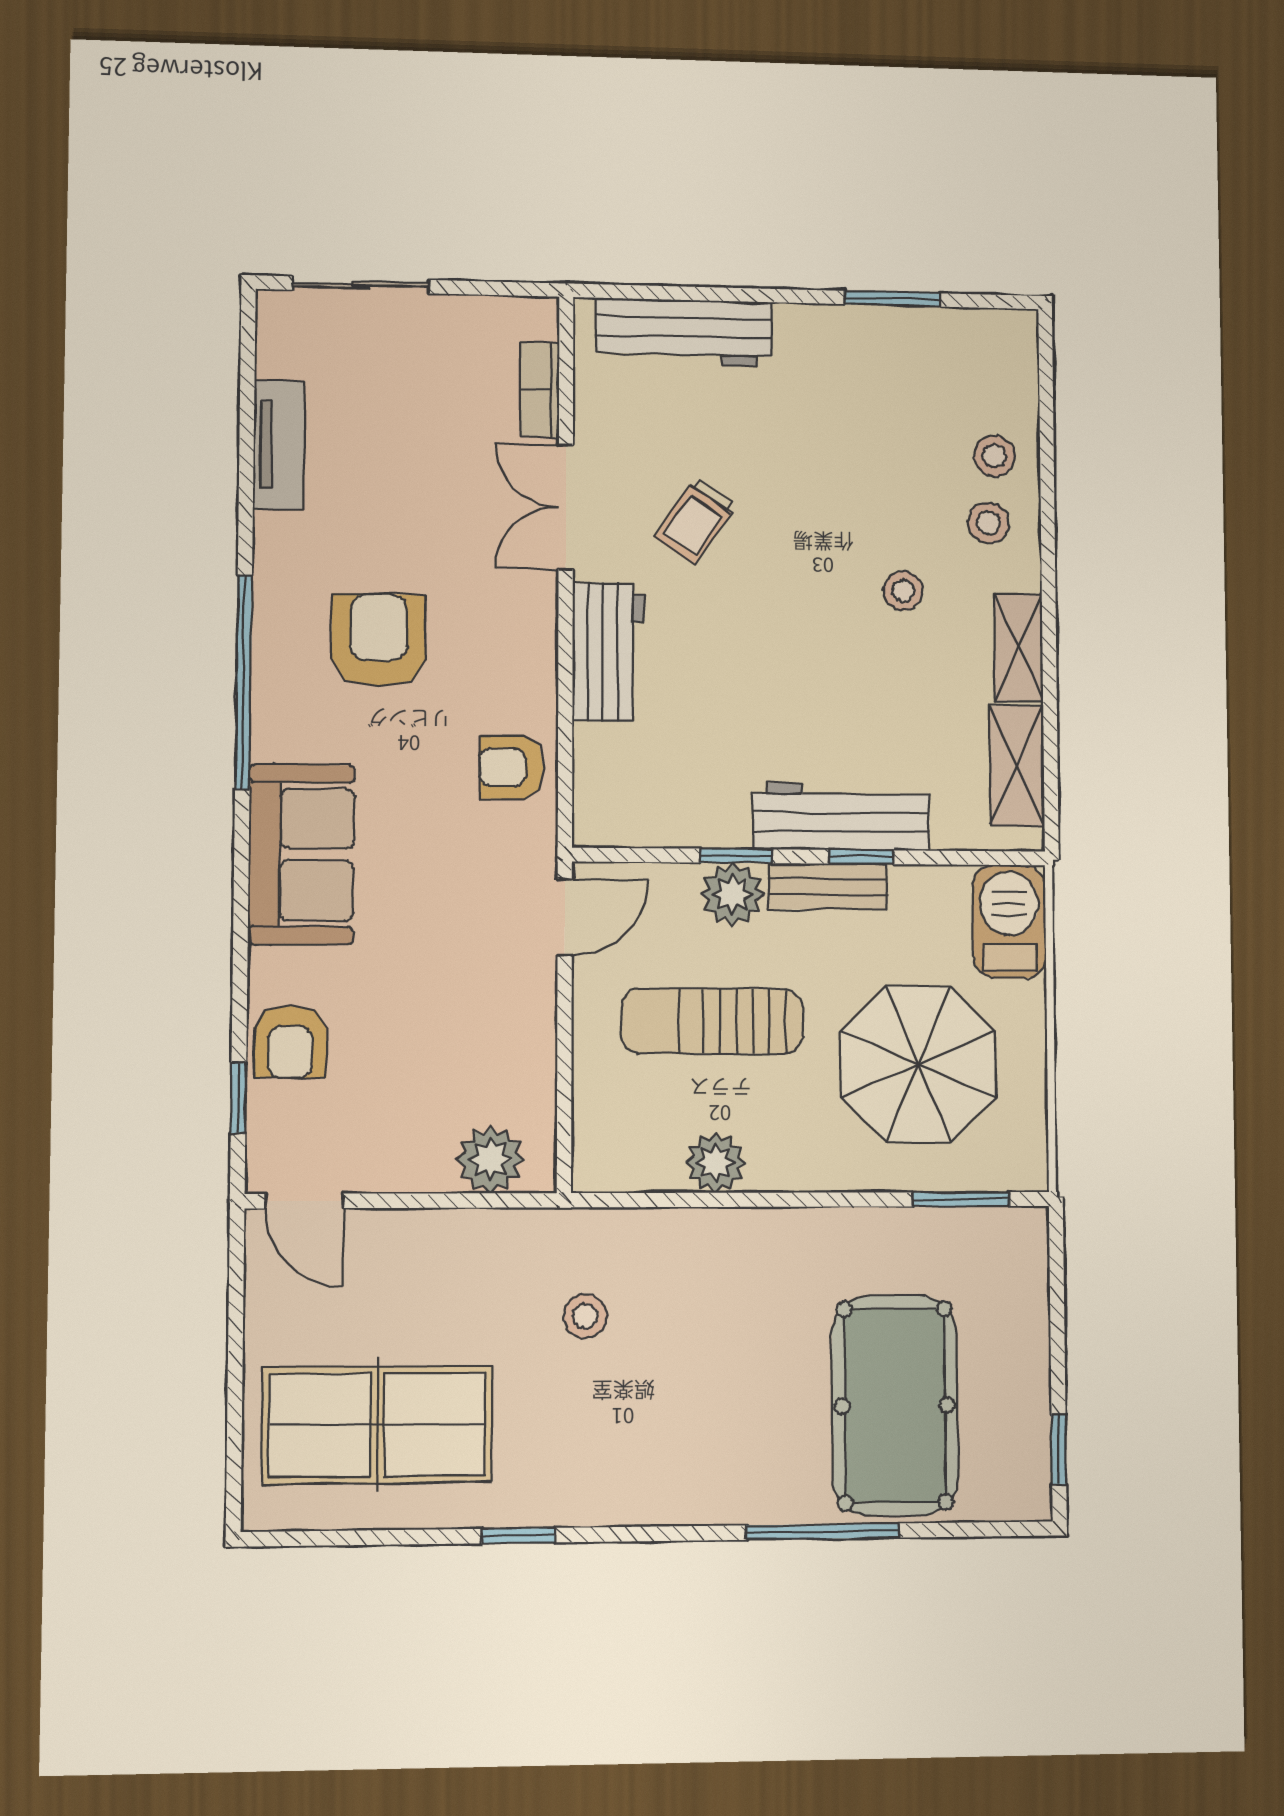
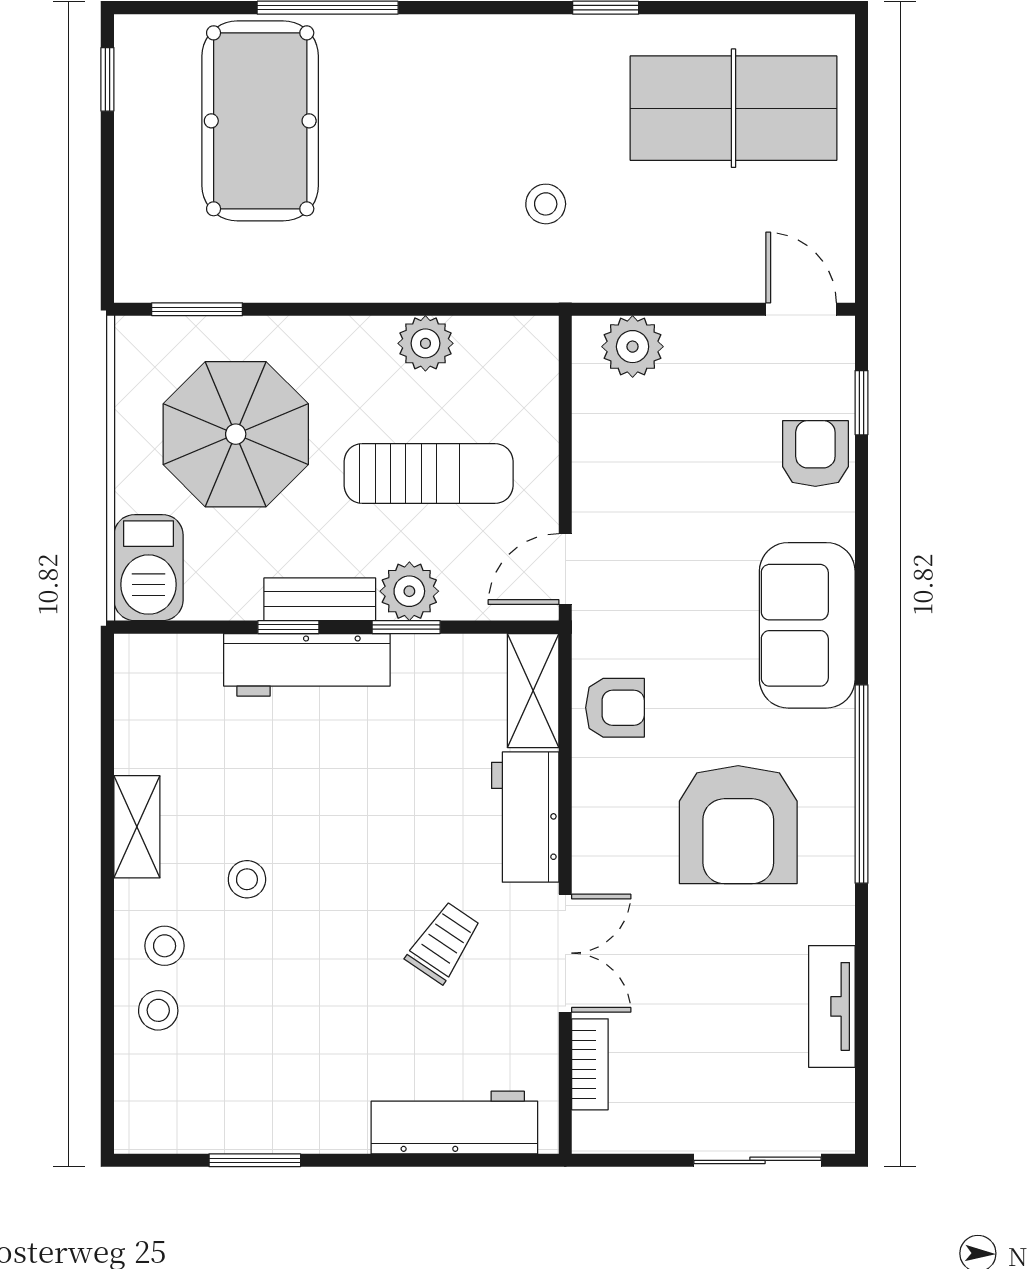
armchair: (379, 640) -> (738, 825), width x1.36, depth x1.36
shelving: (1017, 766) -> (533, 691), moved

